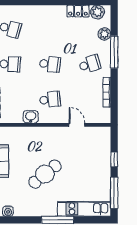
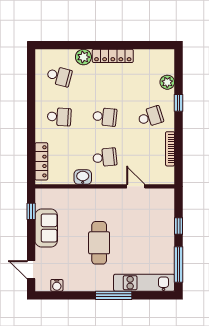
locker: (78, 11) -> (113, 56), moved, width x1.53
plant: (98, 12) -> (83, 57), moved
window: (114, 52) -> (179, 103), width x0.46
cafe table: (45, 174) -> (99, 243), turned -51

